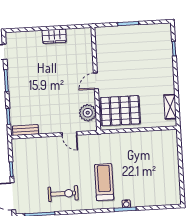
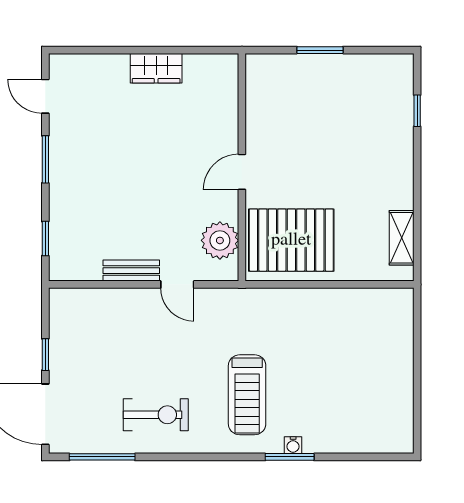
bench: (25, 130) -> (131, 271), moved
treadmill: (104, 182) -> (247, 395), turned 180

